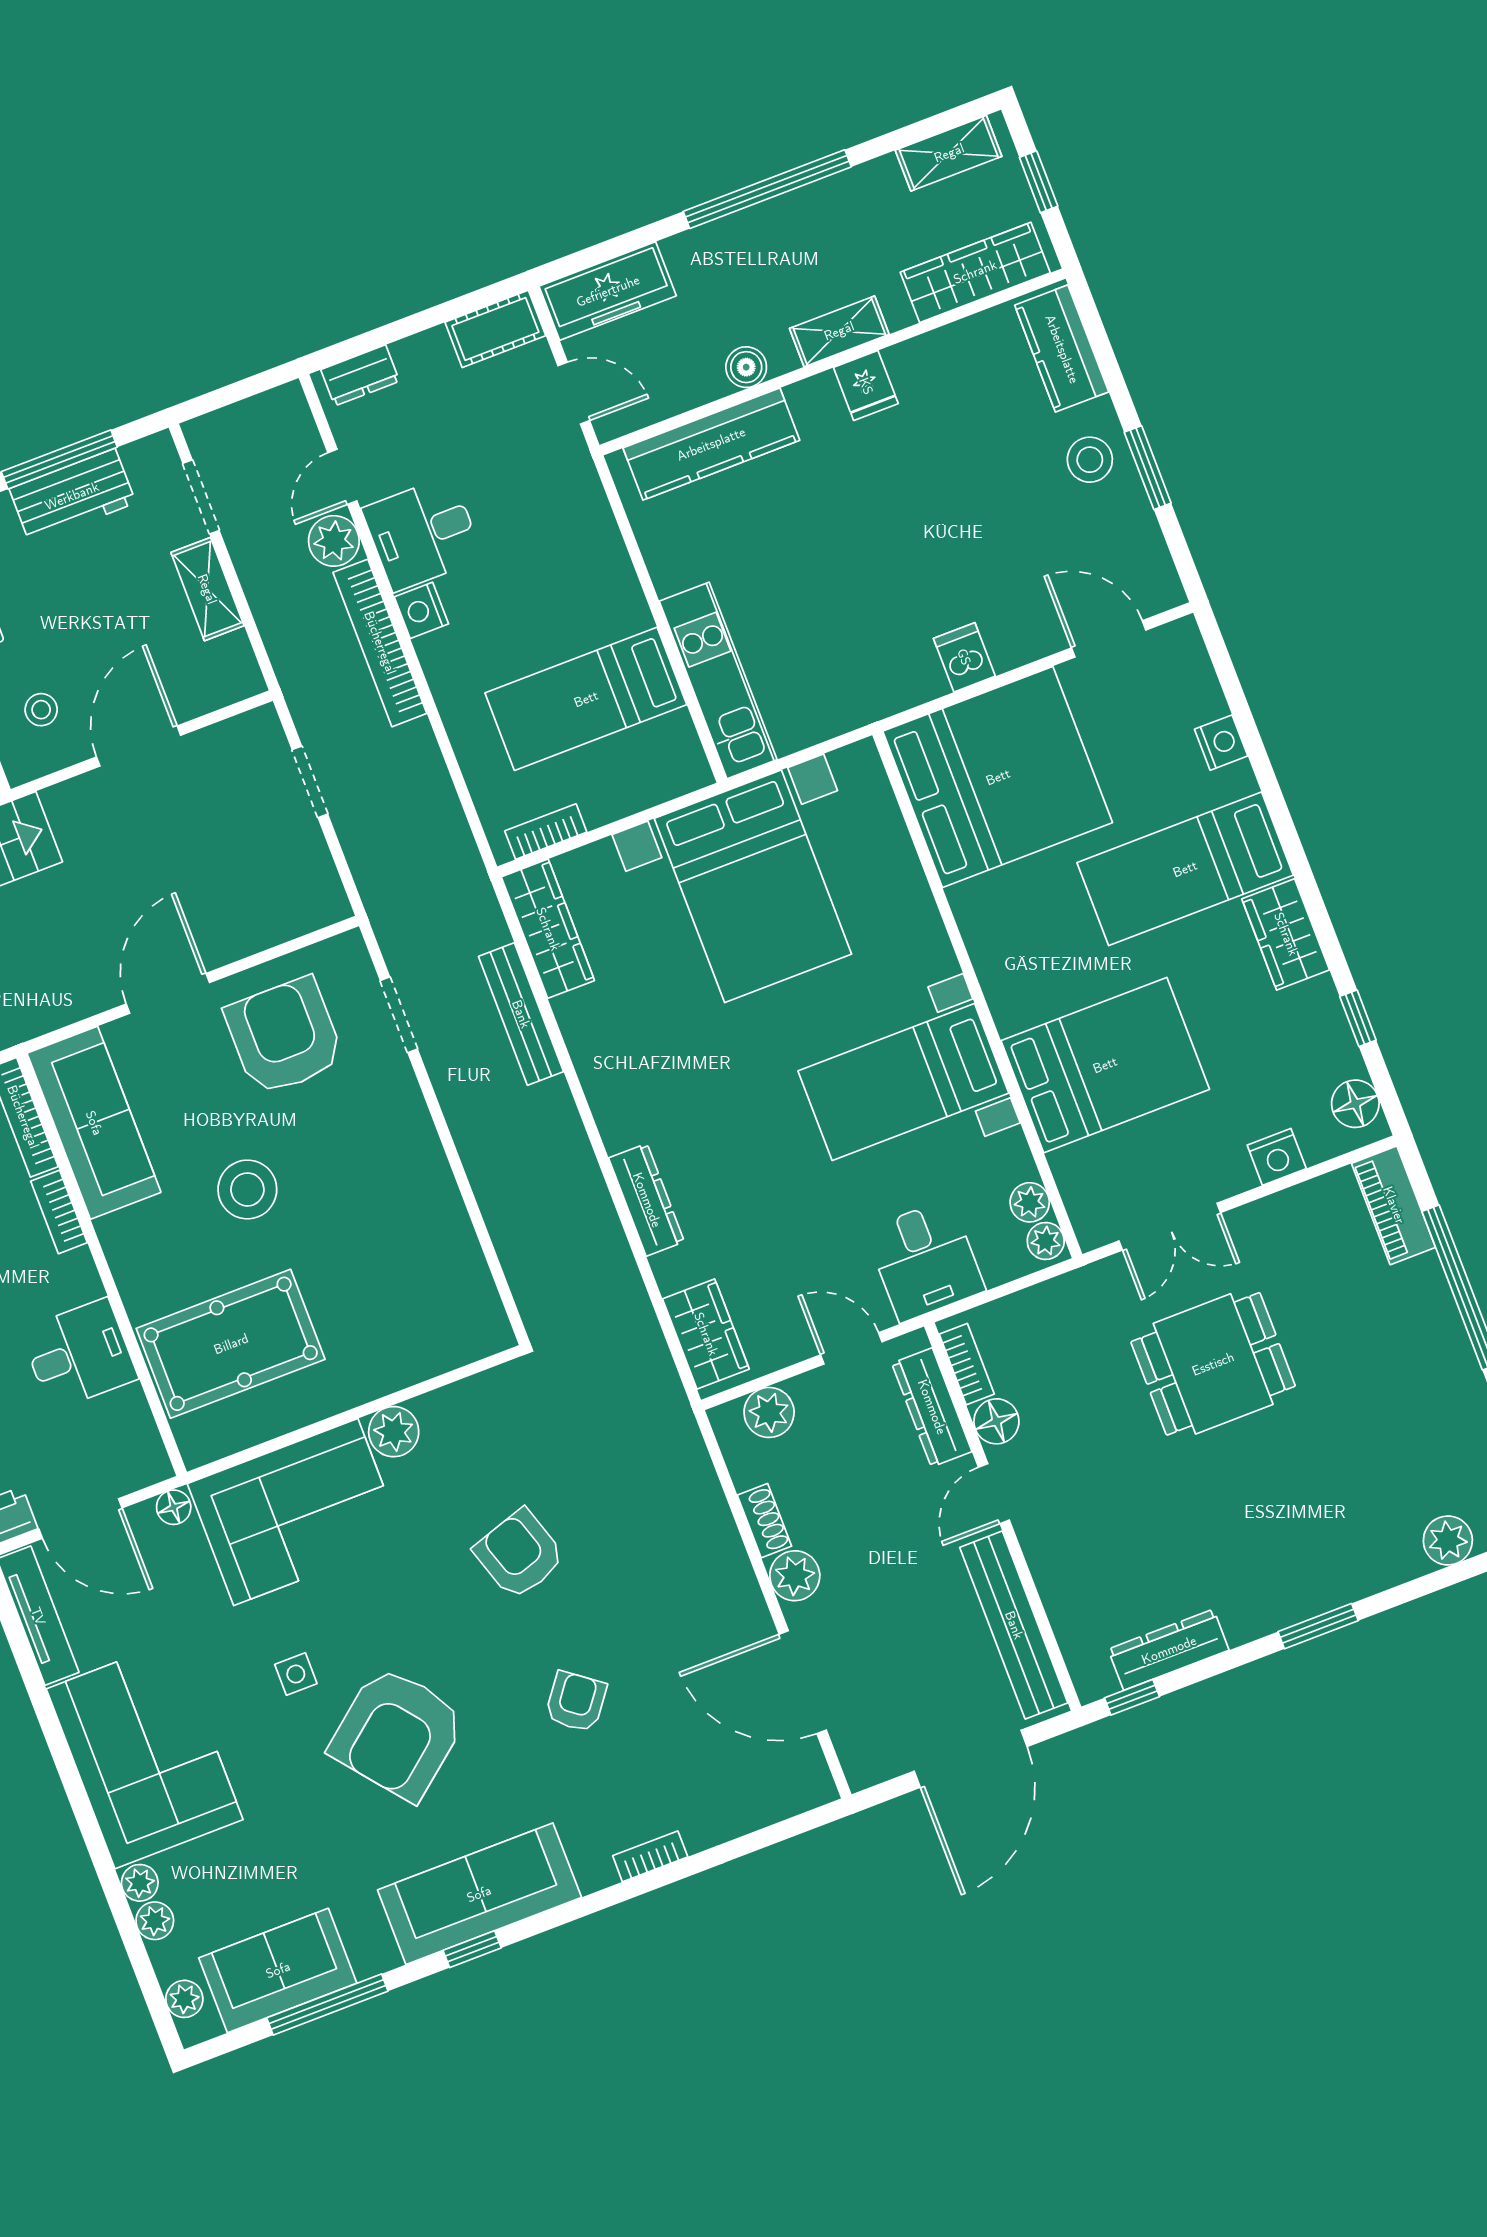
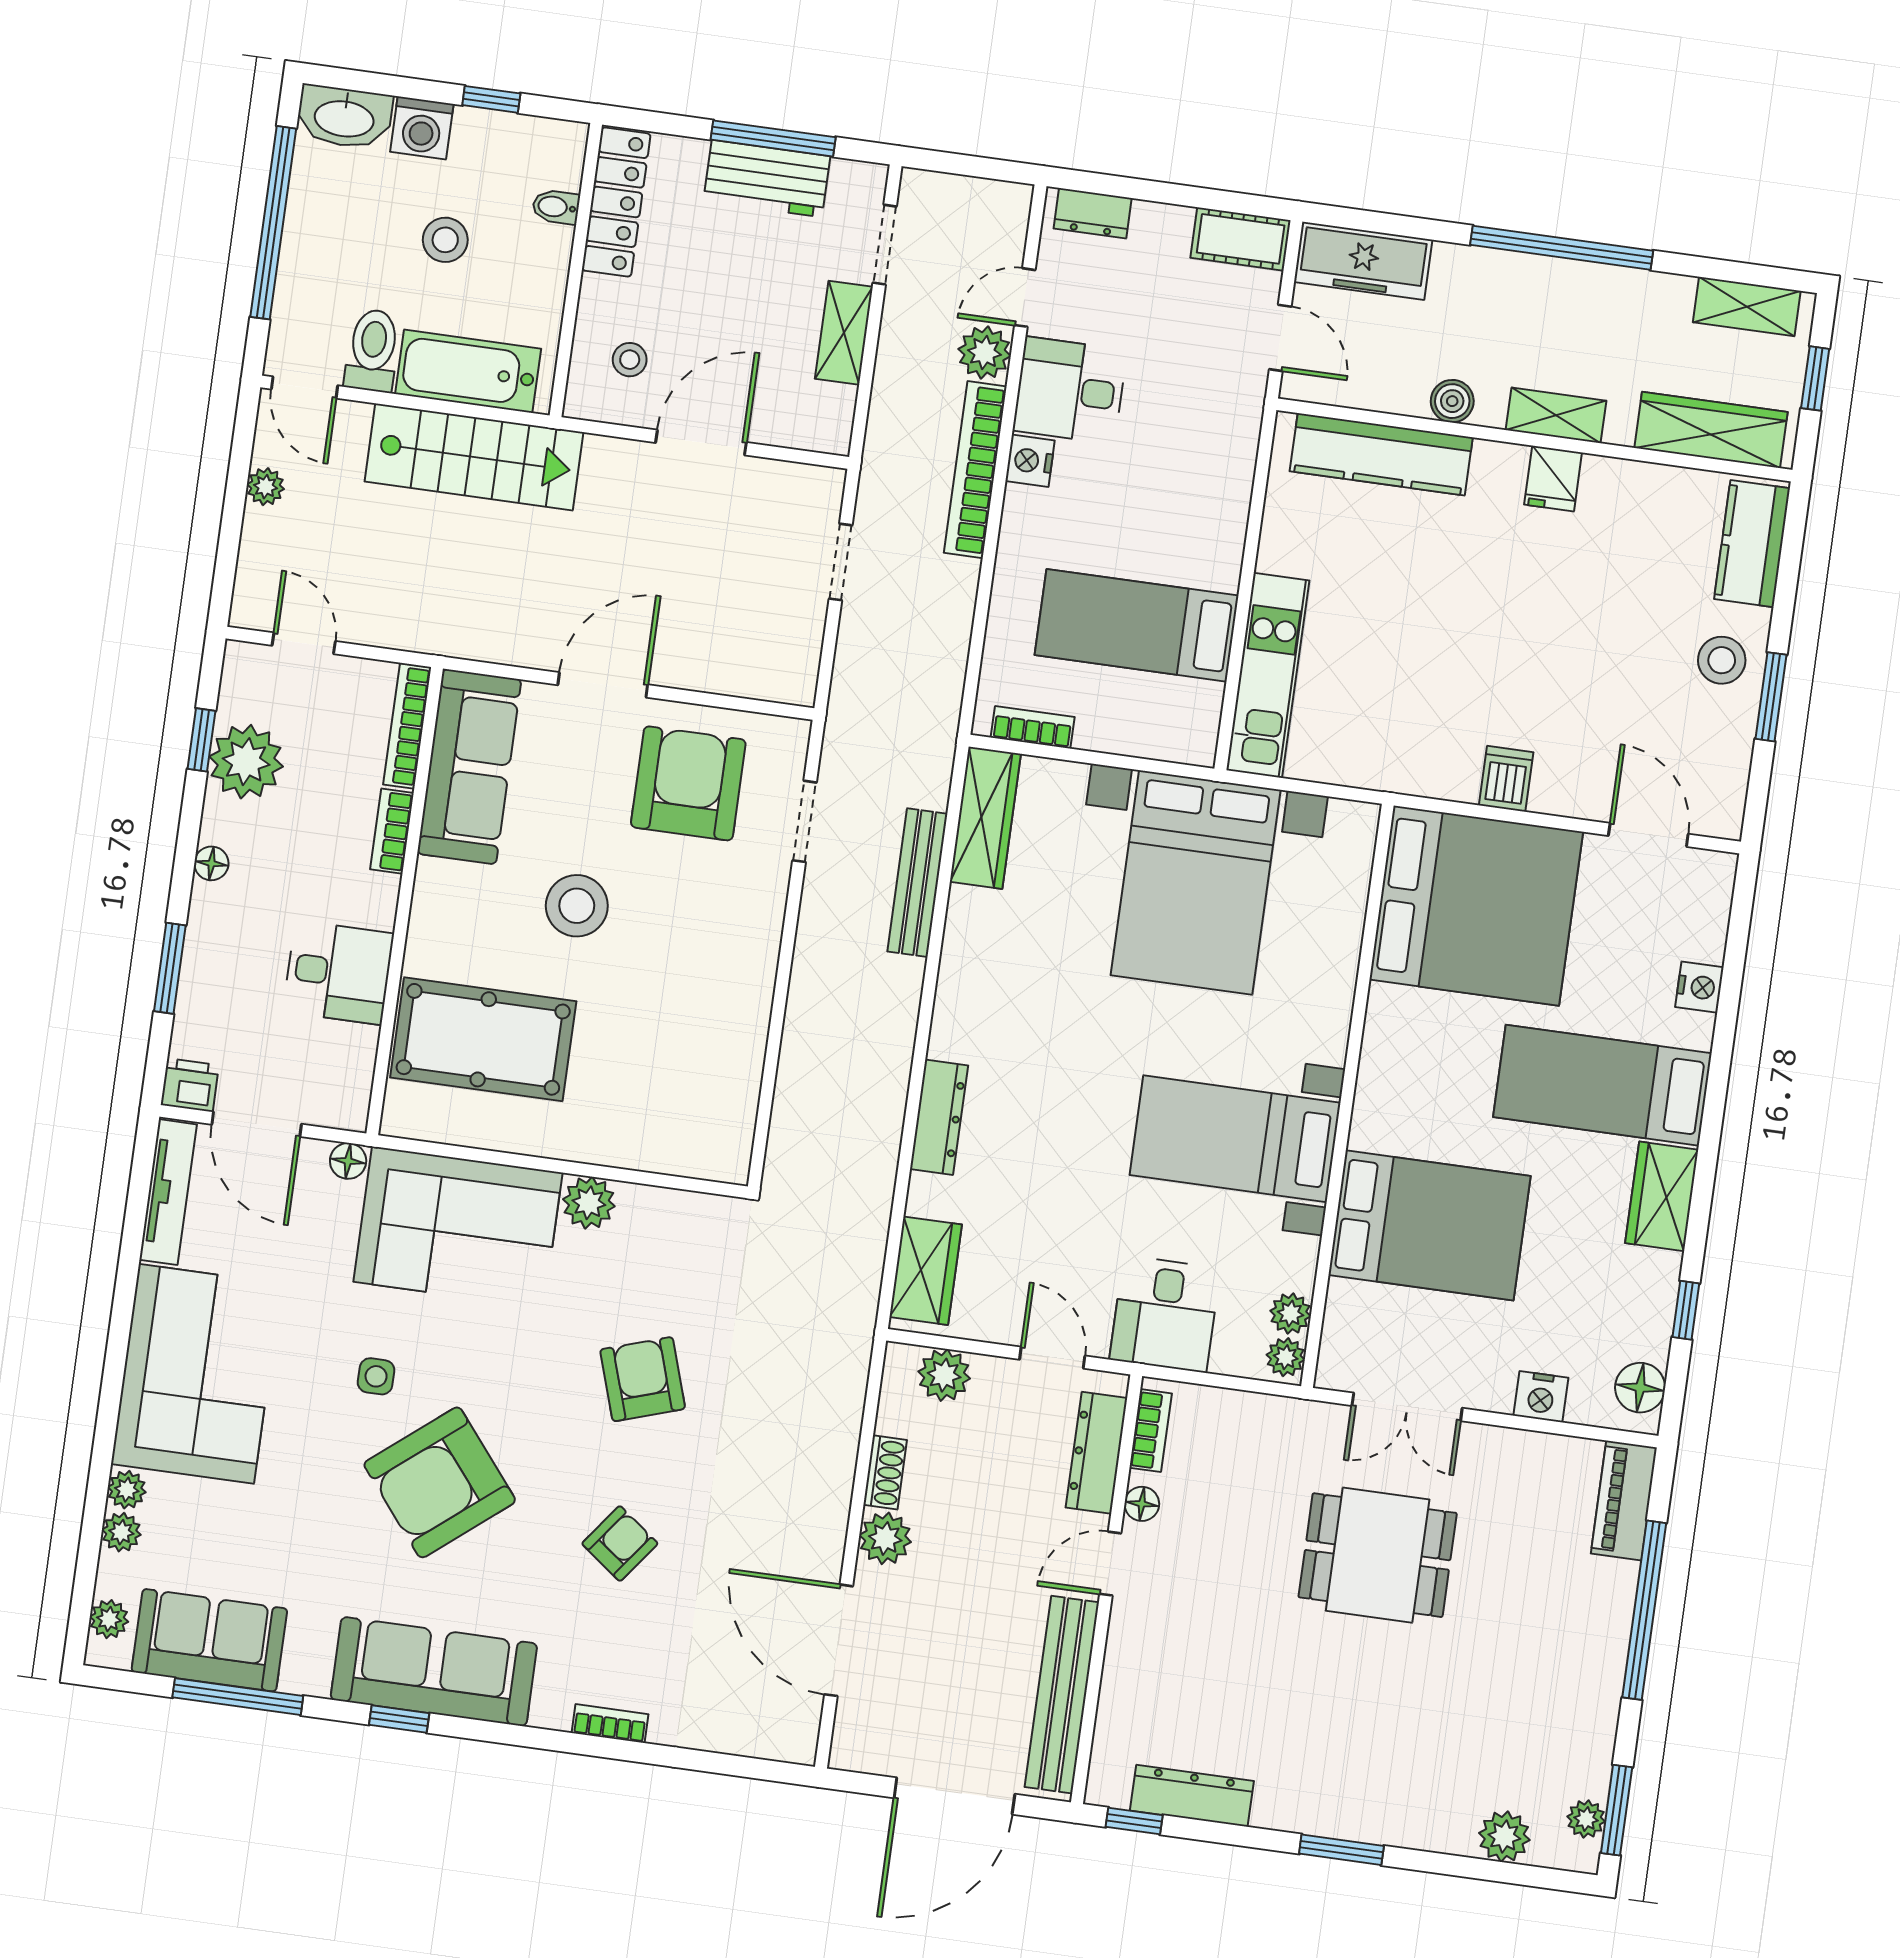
floor lamp: (996, 1421) -> (1142, 1504), width x0.73, depth x0.73

